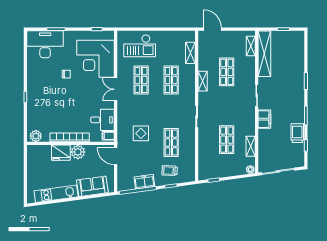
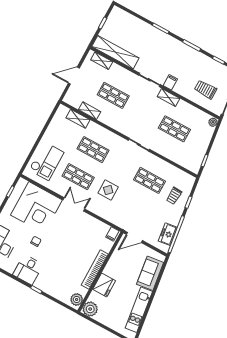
door: (212, 29) -> (74, 76), moved
shelving: (203, 81) -> (90, 111), moved
double door: (116, 89) -> (74, 204), swing flipped
filing cabinet: (264, 119) -> (170, 82), width x0.50
desk: (102, 120) -> (28, 270), moved, turned 180
display table: (141, 133) -> (108, 190), moved
trolley: (297, 133) -> (206, 89), moved
shelving: (251, 146) -> (169, 97), moved
plant: (78, 152) -> (90, 309), moved
freezer: (144, 182) -> (168, 234), moved

